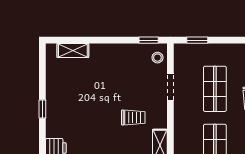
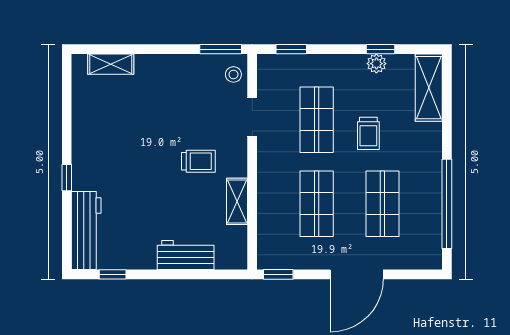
window: (149, 40) -> (221, 49), width x1.50
window: (42, 109) -> (67, 178), moved

